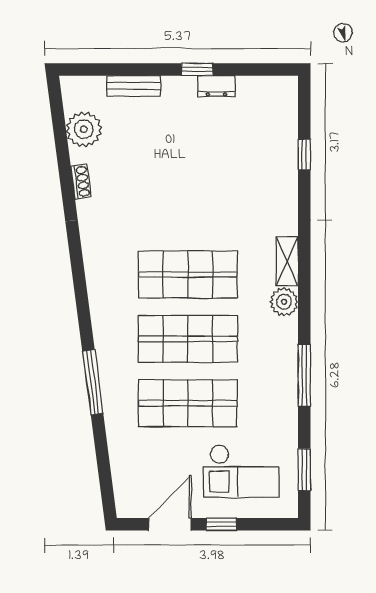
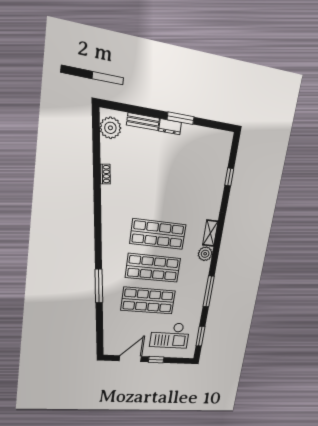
window: (197, 69) -> (181, 118), width x1.50
dresser: (216, 86) -> (170, 127), moved
plant: (84, 129) -> (110, 128), moved

